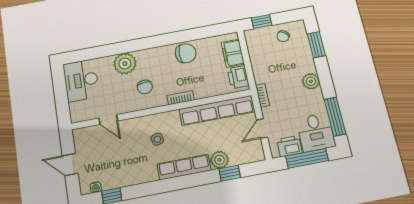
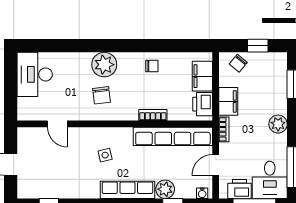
window: (262, 22) -> (258, 46), moved
chair: (283, 36) -> (238, 63), moved
chair: (186, 53) -> (152, 66), width x0.54, depth x0.54
plant: (125, 64) -> (104, 65), moved
filing cabinet: (261, 70) -> (228, 101), added
bookcase: (181, 98) -> (153, 115), moved
water cooler: (96, 187) -> (202, 193), moved

